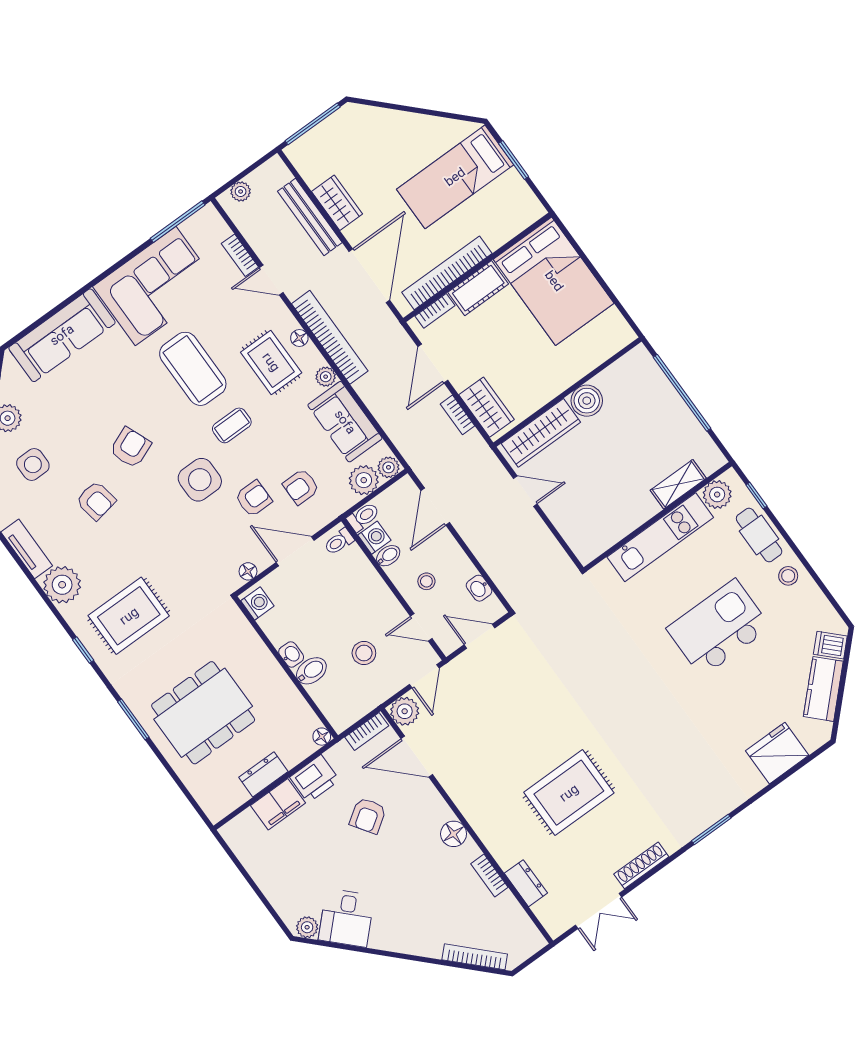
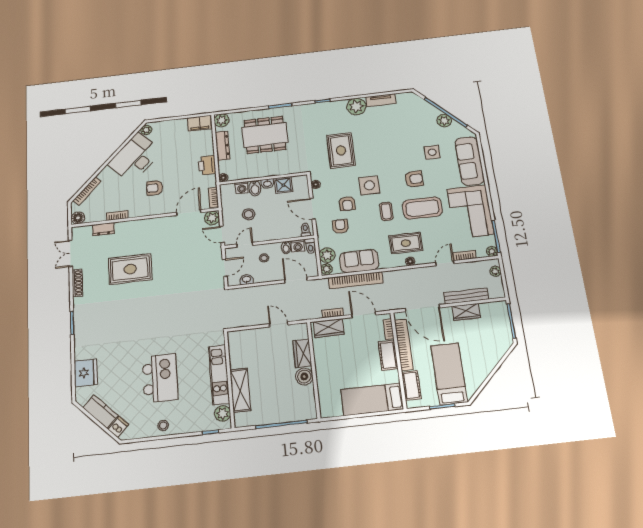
cot: (507, 225) -> (411, 385), added
bed: (554, 281) -> (372, 399), width x0.67
bookcase: (330, 337) -> (356, 280), moved
plant: (326, 377) -> (492, 251), moved
wardrobe: (541, 433) -> (302, 353), width x0.67
armchair: (130, 448) -> (414, 179), moved, turned -69
side table: (33, 464) -> (432, 152), moved
shelving: (678, 484) -> (240, 390), width x1.50, depth x1.33
door: (525, 491) -> (279, 324), swing flipped
armchair: (96, 501) -> (386, 138), removed
cafe table: (759, 535) -> (191, 423), removed
door: (295, 551) -> (312, 209), swing flipped
washing machine: (257, 603) -> (242, 188), moved
rug: (129, 616) -> (341, 150), moved
shower: (279, 626) -> (283, 185), added
dining table: (203, 713) -> (265, 135), turned 90
dresser: (263, 774) -> (223, 146), width x1.44
rug: (569, 793) -> (130, 269), turned 90
filing cabinet: (278, 804) -> (199, 123), moved, turned -90
plant: (217, 805) -> (222, 120), added
armchair: (368, 816) -> (155, 188), moved, turned -56
floor lamp: (454, 834) -> (78, 218), moved
desk: (346, 918) -> (135, 157), width x1.87, depth x1.30

